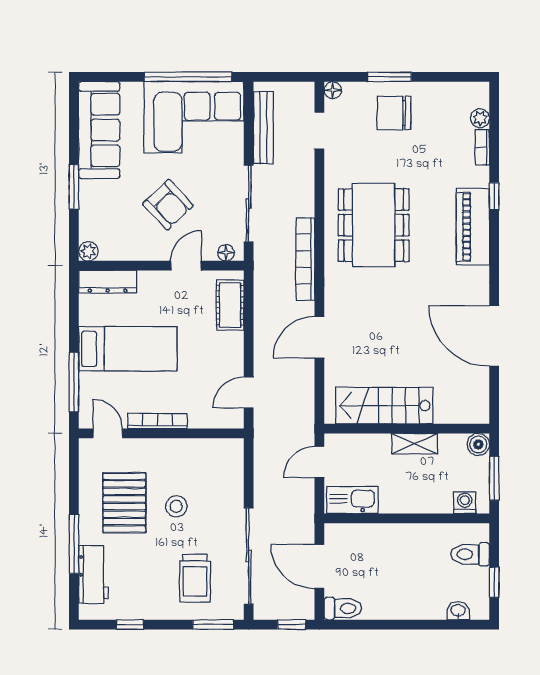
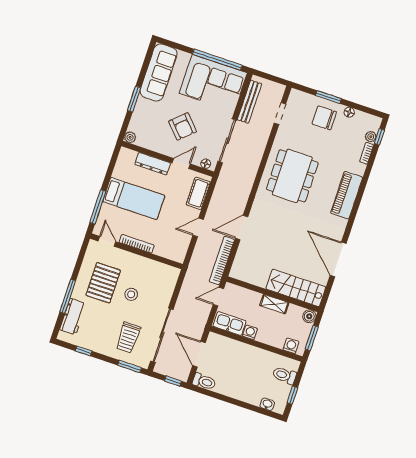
floor lamp: (333, 90) -> (349, 112), moved
window: (494, 196) -> (379, 137), moved
bookcase: (305, 259) -> (222, 261), moved
dresser: (108, 282) -> (153, 164), moved
door: (249, 392) -> (198, 227), moved
stairs: (384, 406) -> (296, 288), moved
washing machine: (391, 503) -> (250, 332), added

